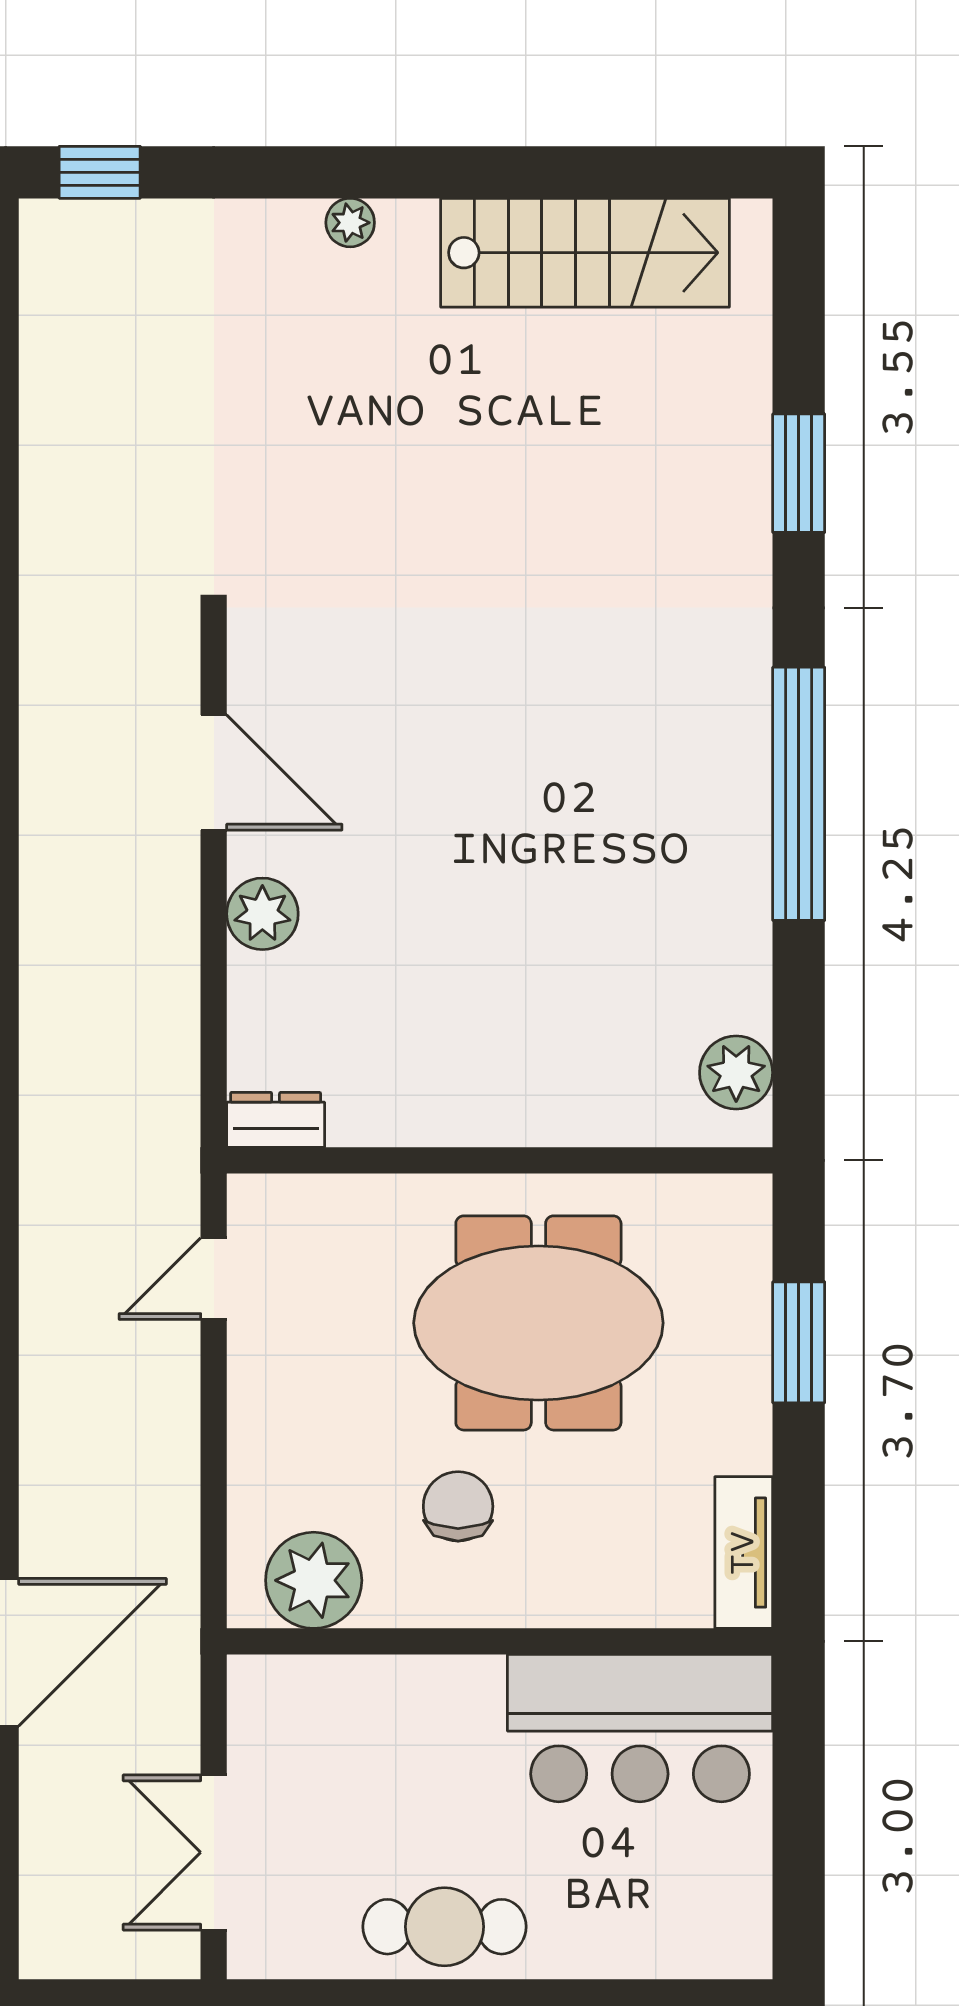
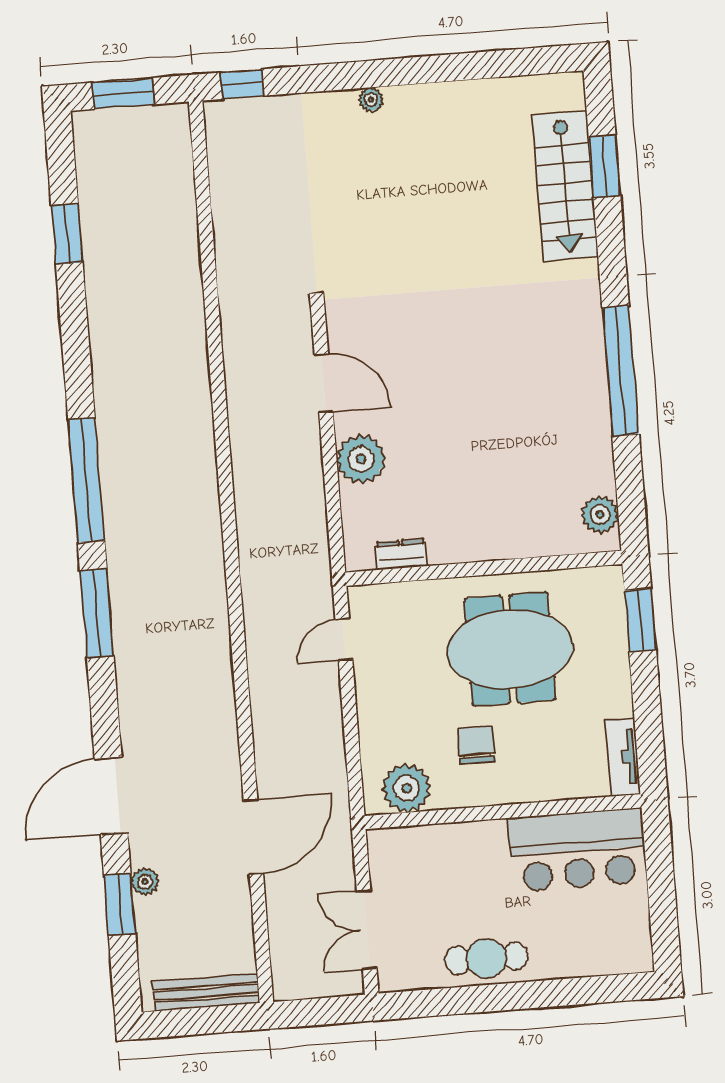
stairs: (585, 253) -> (565, 186), moved, turned 90
window: (799, 473) -> (604, 166), moved
plant: (262, 914) -> (361, 459), width x1.36, depth x1.36
dresser: (276, 1120) -> (401, 554), moved
window: (799, 1342) -> (640, 620), moved

